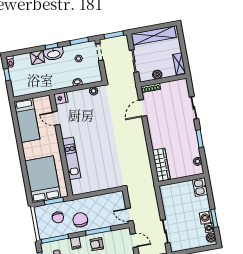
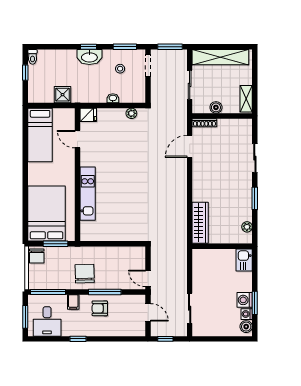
shower: (37, 57) -> (63, 95), moved
chair: (58, 217) -> (37, 256), moved

